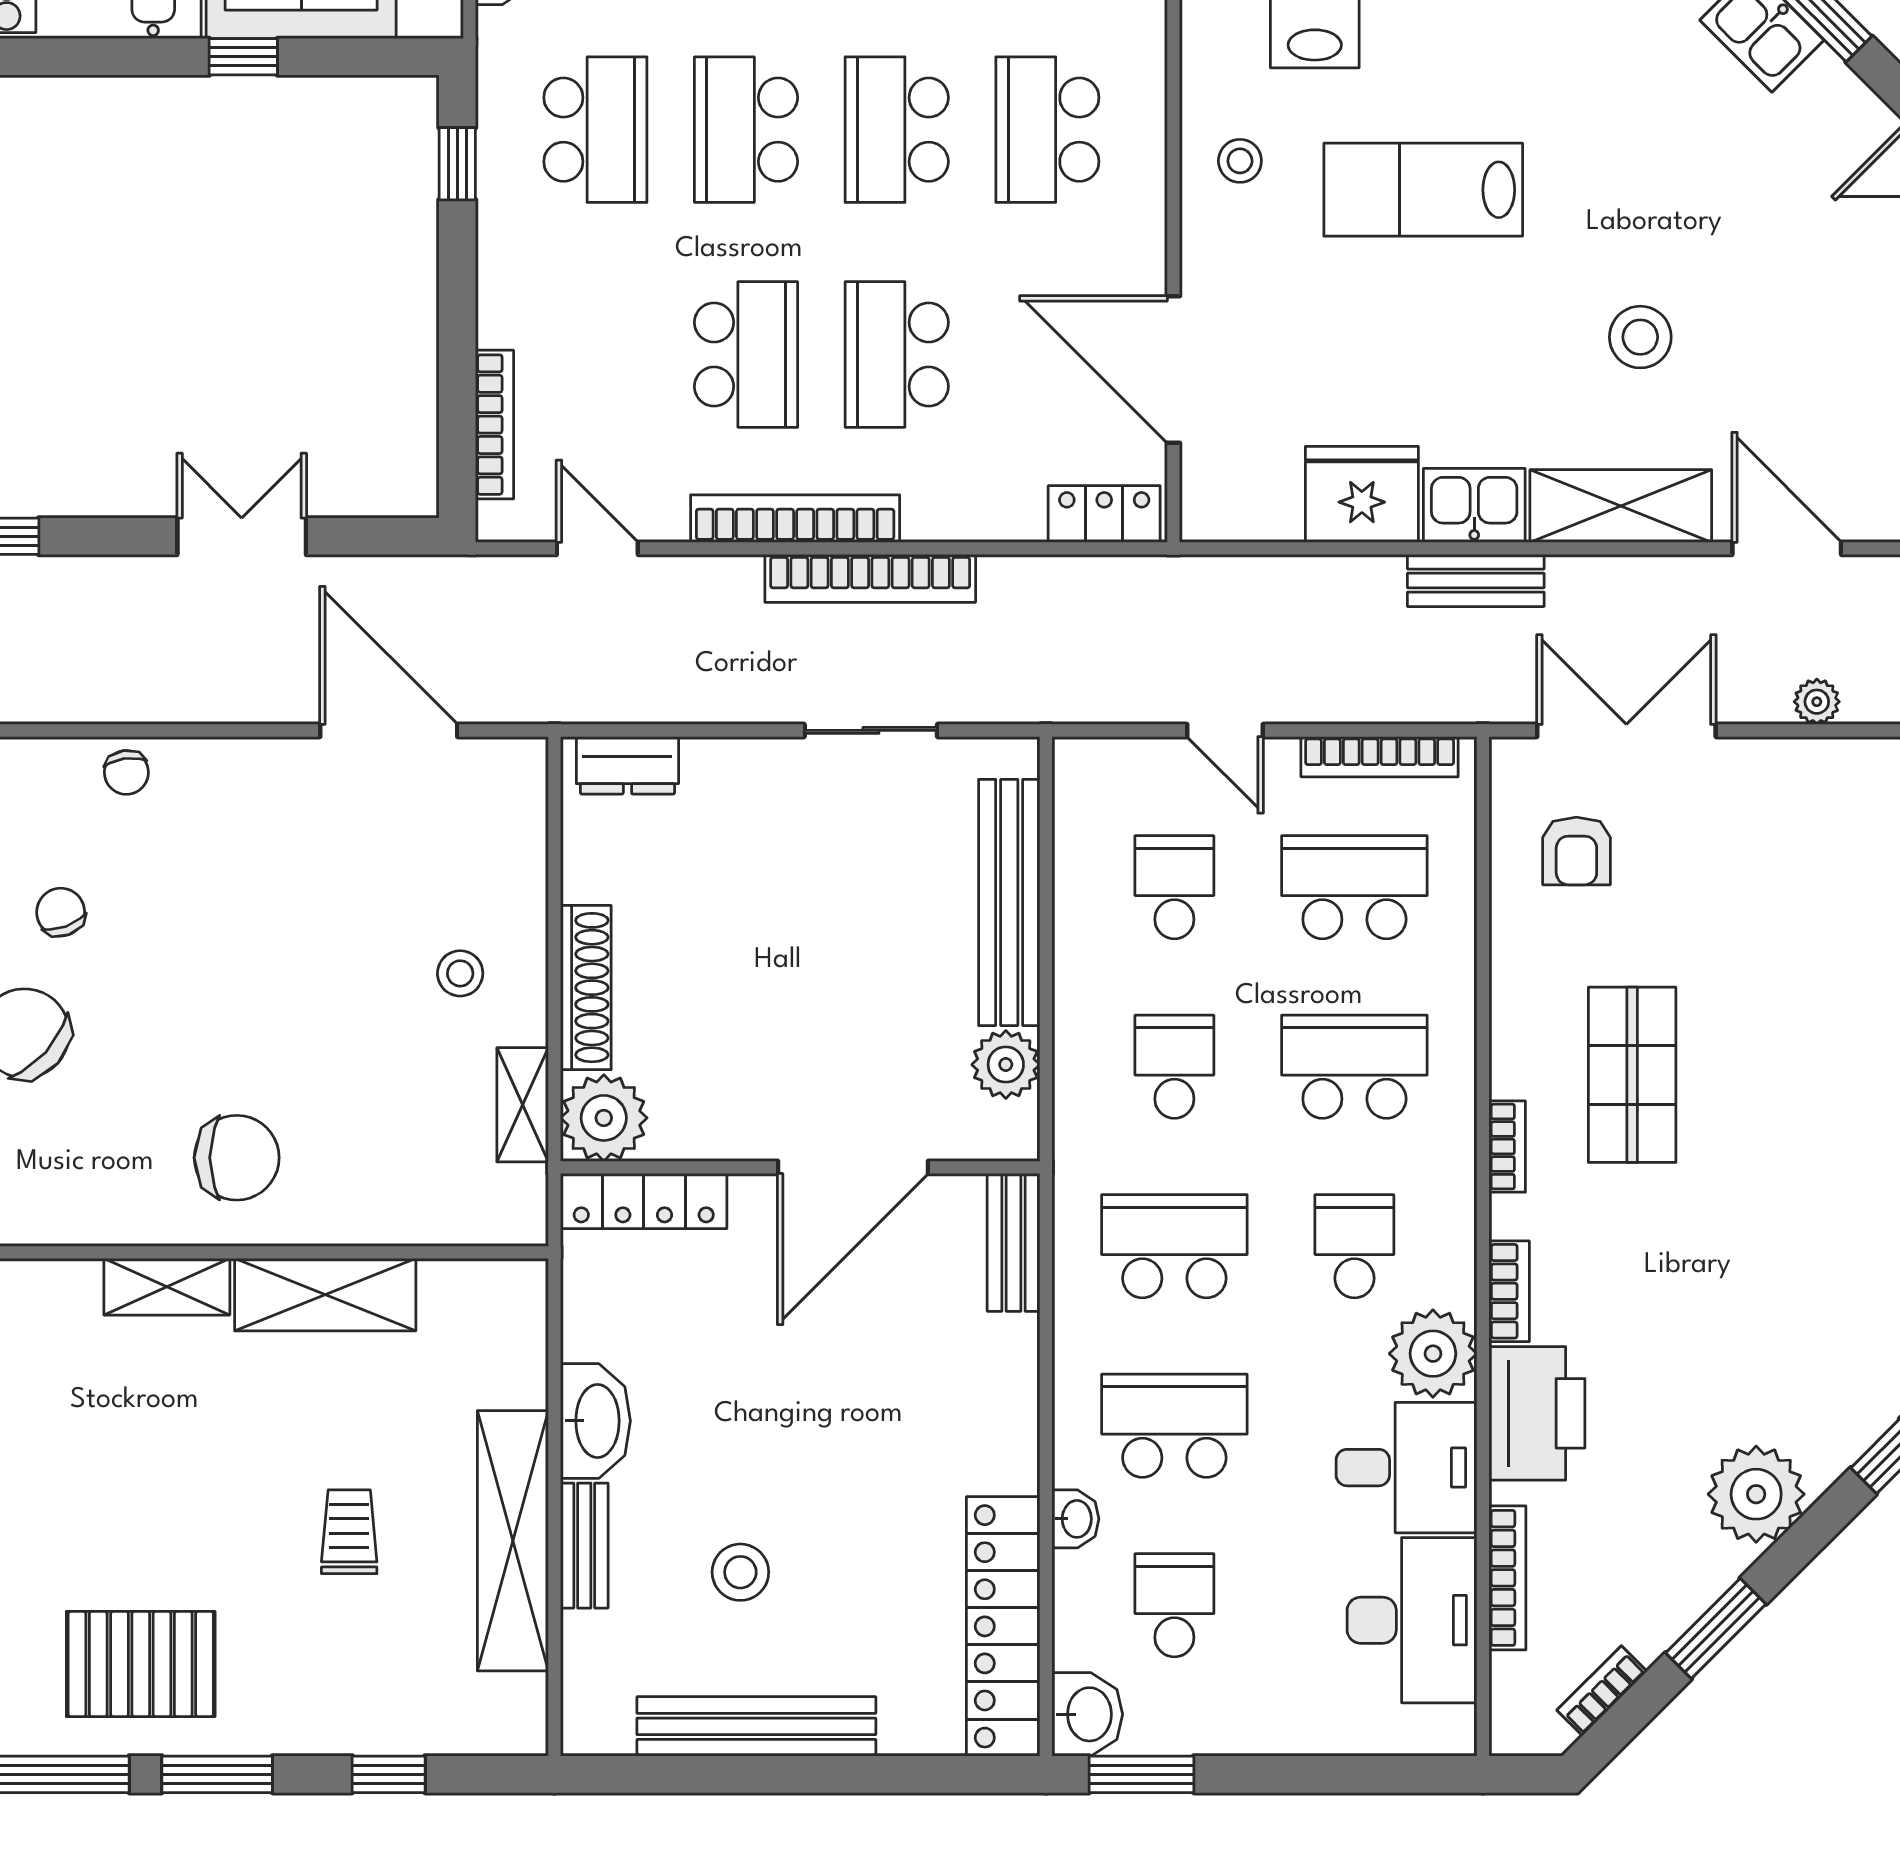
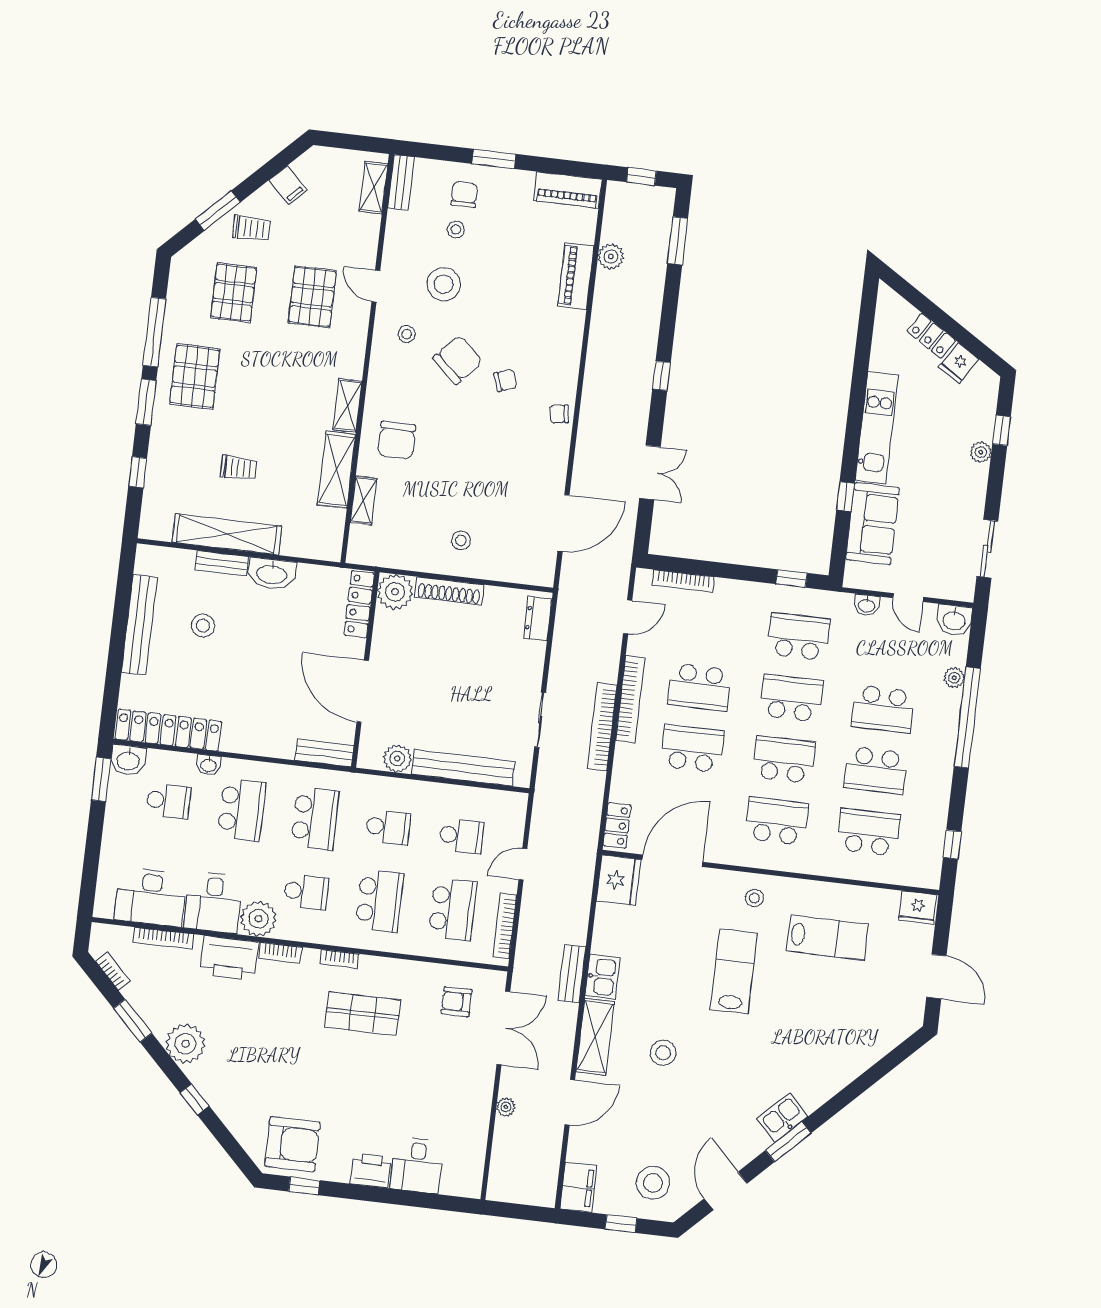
school desk: (595, 130) -> (799, 637), turned 180
fridge: (1362, 494) -> (619, 880), moved
shelving: (523, 1105) -> (363, 501), moved, turned 90

